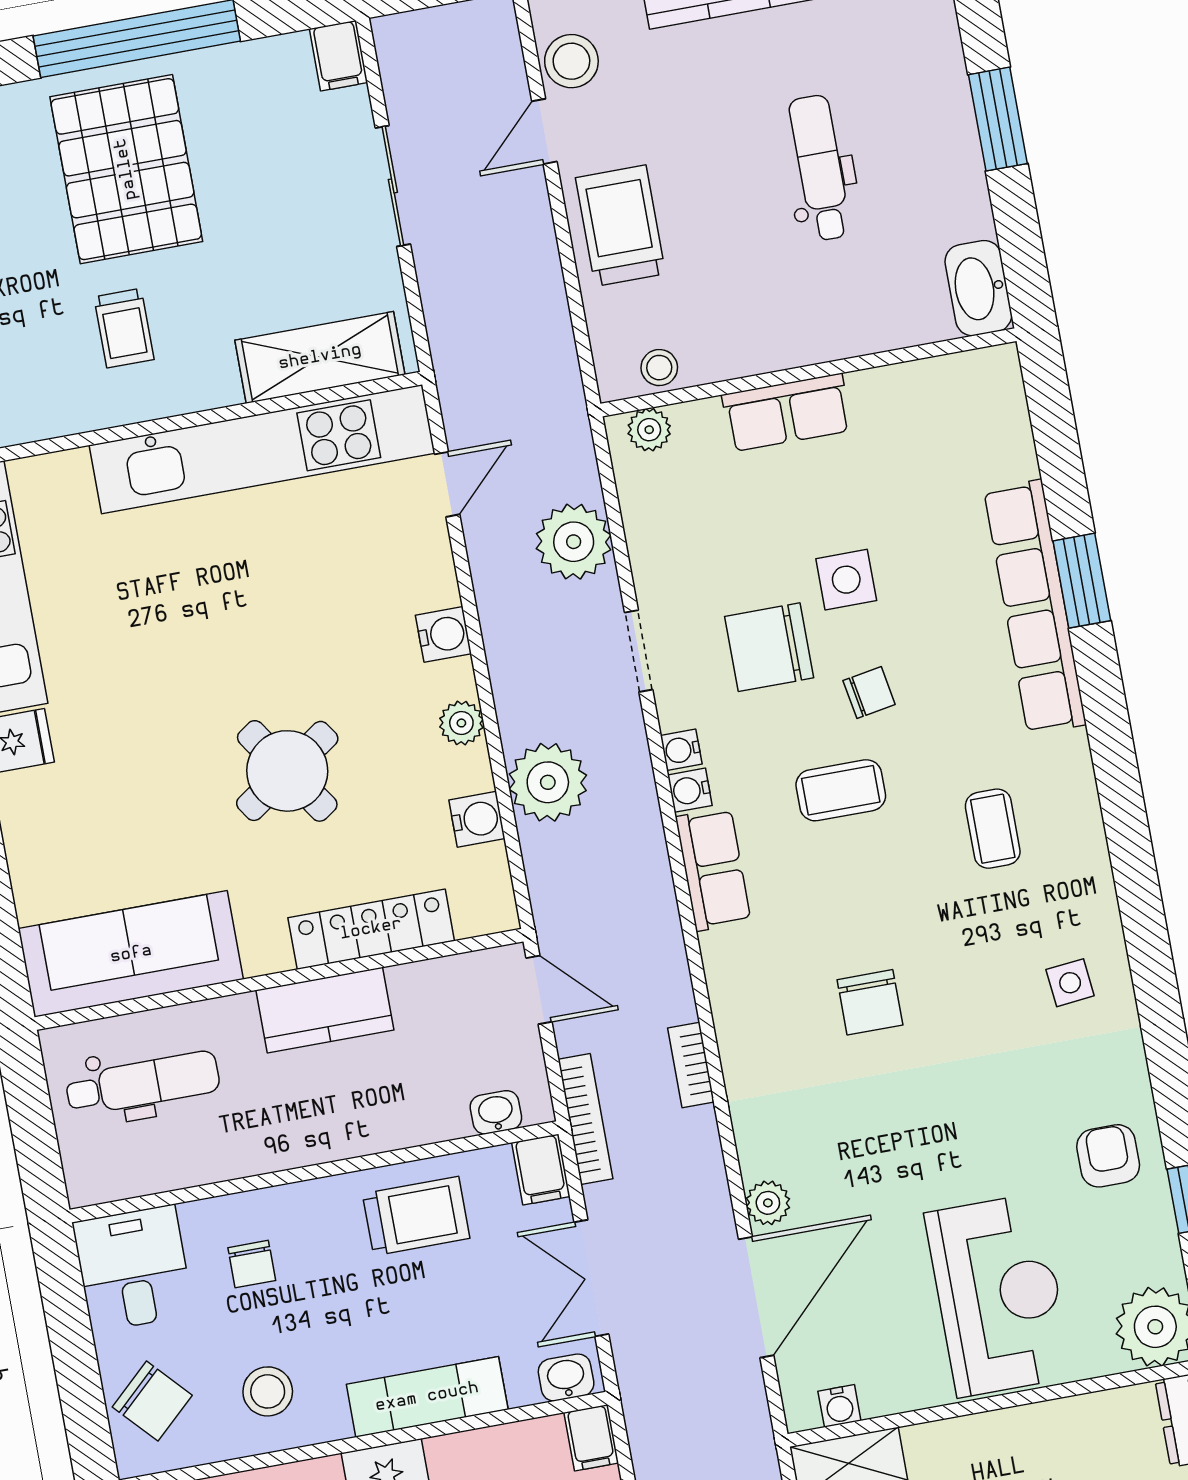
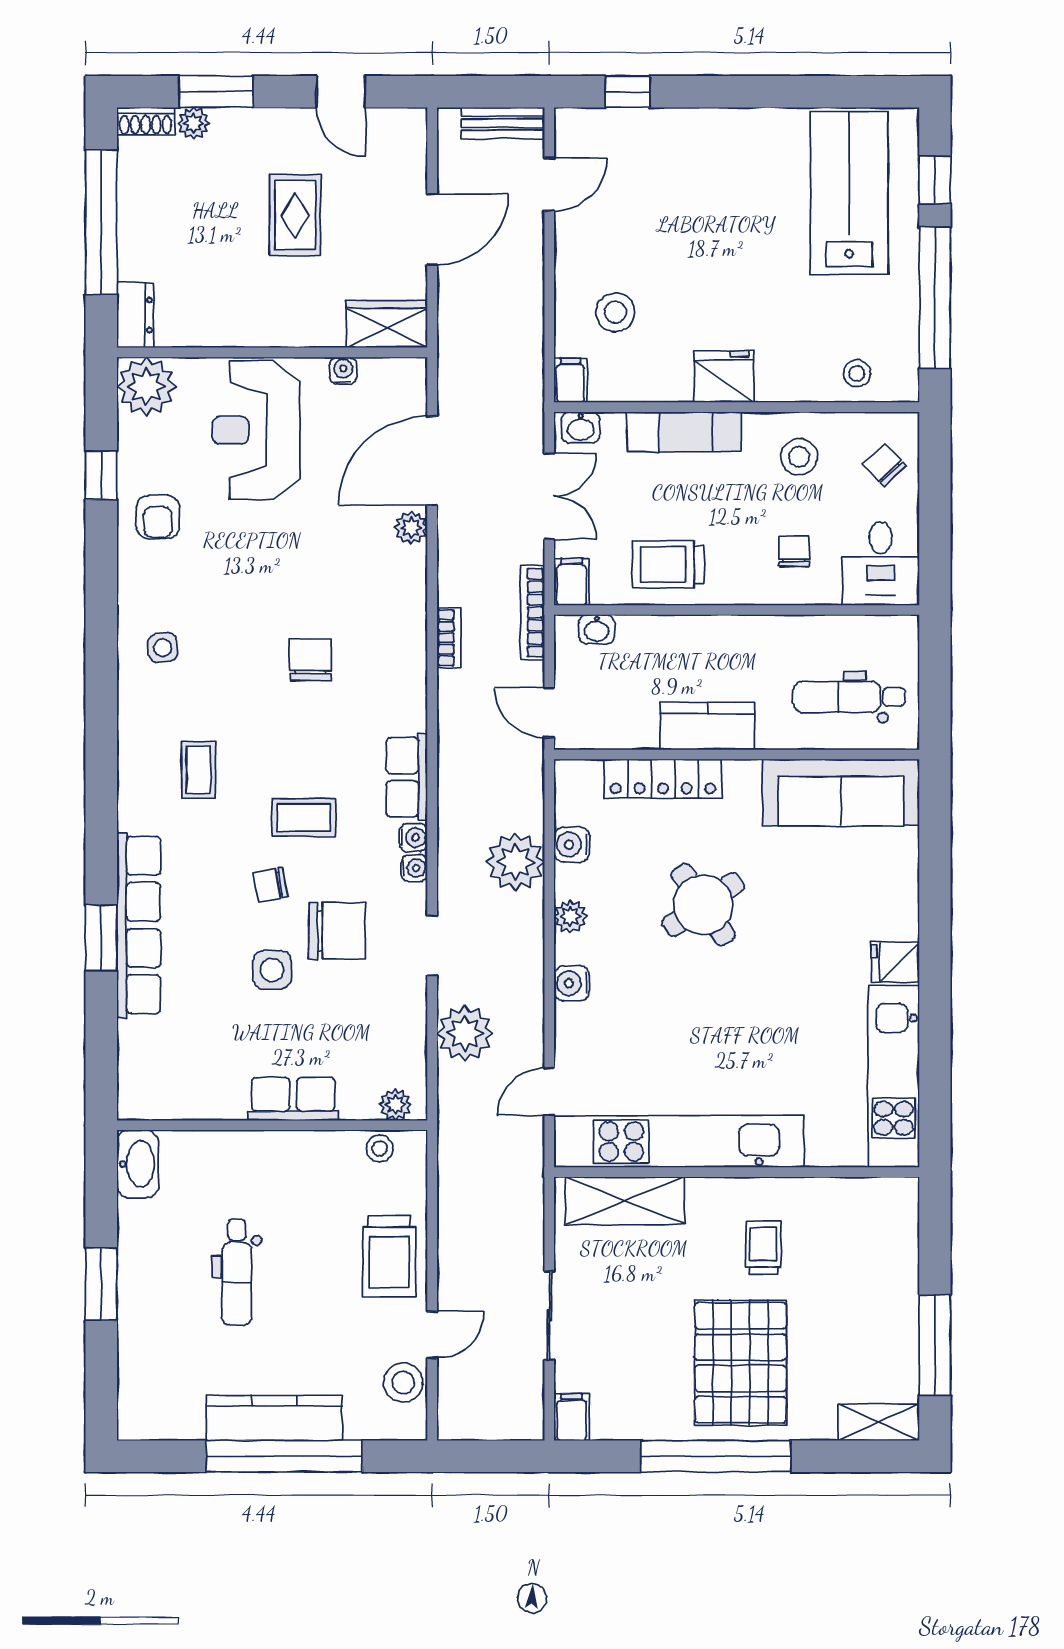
chair: (152, 1401) -> (884, 465), width x0.73, depth x0.73
water cooler: (839, 1406) -> (343, 371), moved

